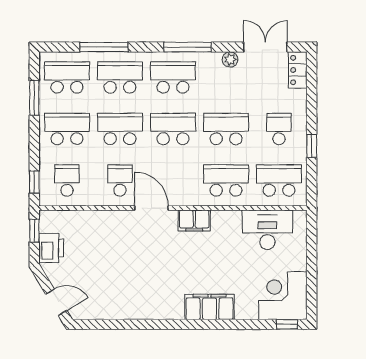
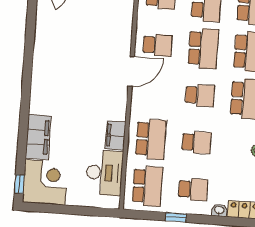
washbasin: (300, 98) -> (219, 210), added
school desk: (173, 129) -> (200, 95), width x0.54
school desk: (226, 129) -> (197, 142), width x0.54
filing cabinet: (194, 221) -> (115, 135), moved
filing cabinet: (210, 307) -> (38, 137), moved

